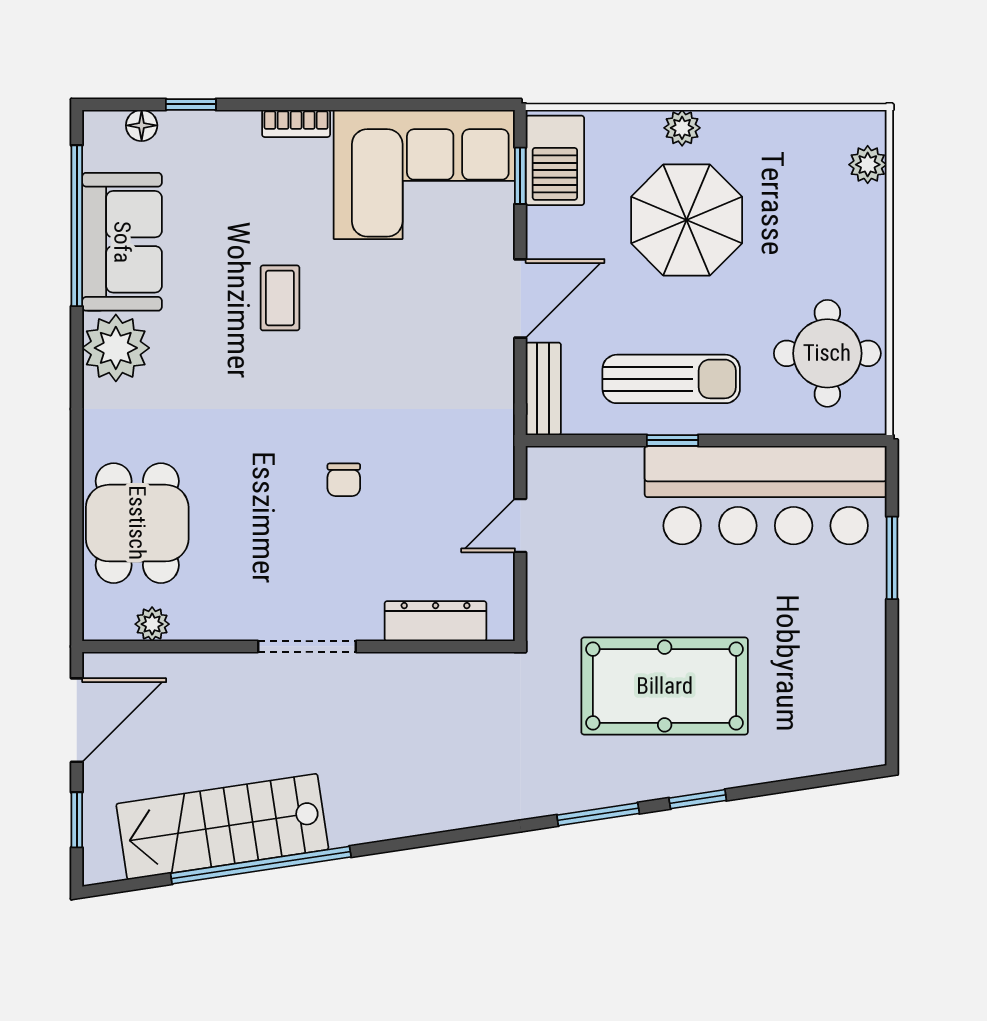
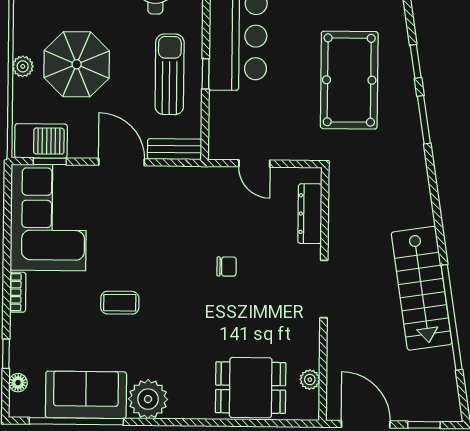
stairs: (222, 827) -> (422, 288), moved

